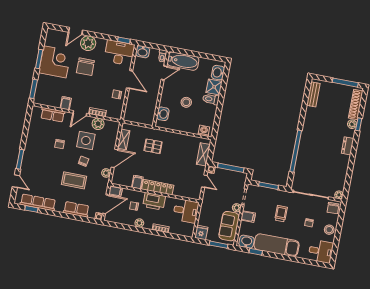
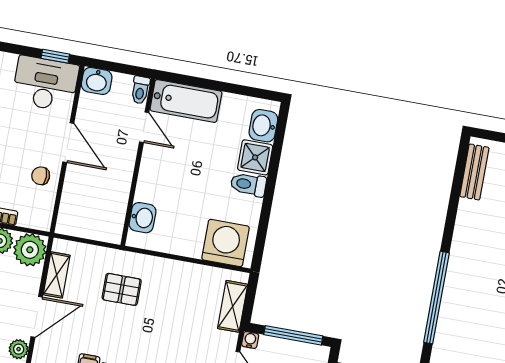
door: (164, 73) -> (144, 127), hinge flipped
stool: (186, 102) -> (194, 192), removed
plant: (112, 128) -> (30, 250), added
washing machine: (204, 131) -> (226, 243), width x1.89, depth x1.89

